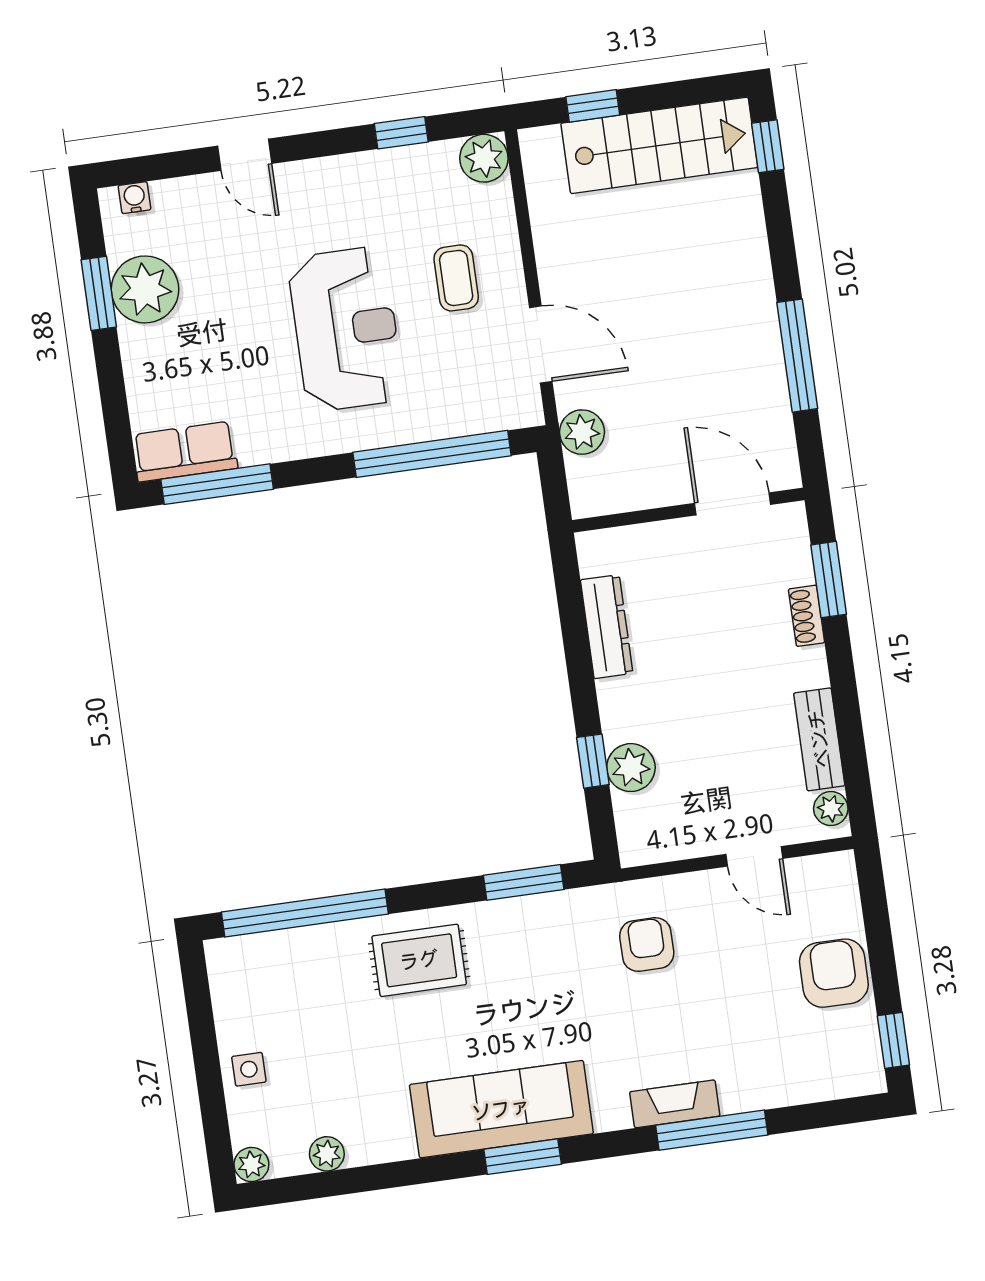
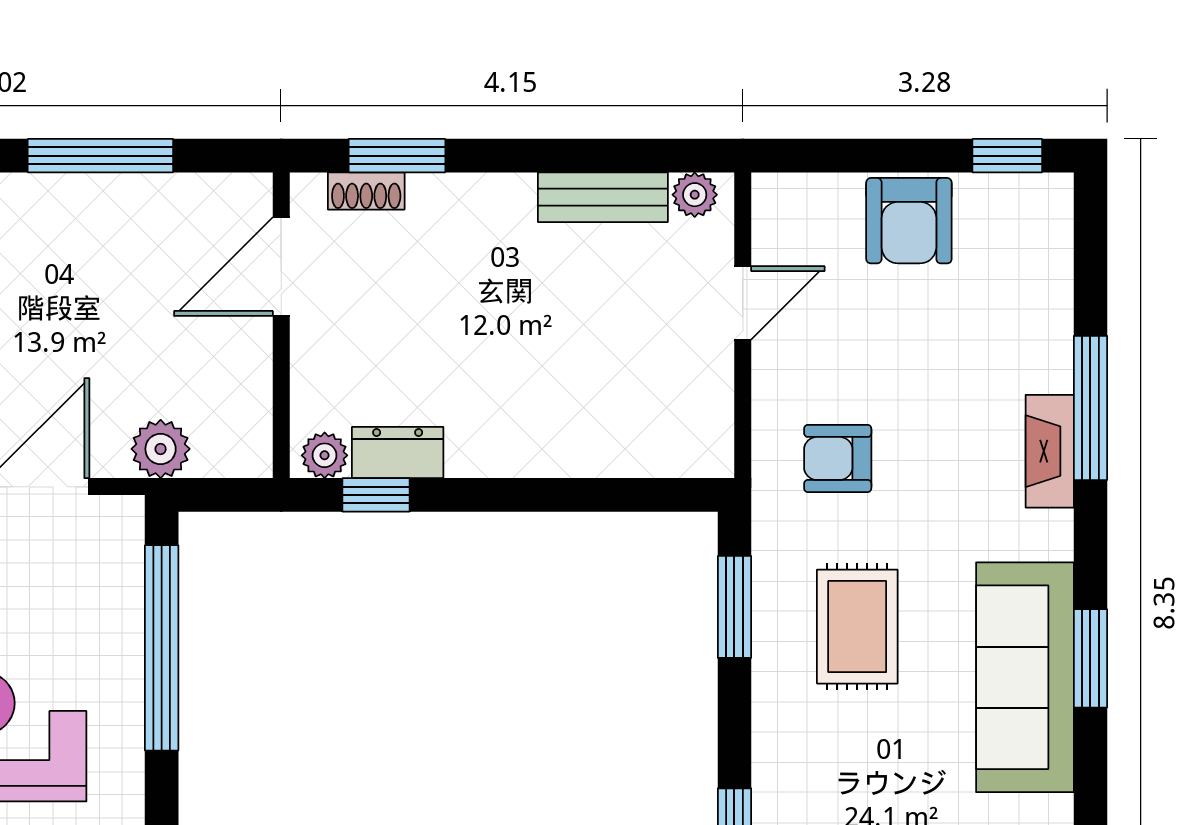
shoe rack: (807, 616) -> (366, 191), moved
dresser: (607, 627) -> (398, 453), width x0.70
window: (593, 761) -> (376, 495), moved
plant: (631, 768) -> (325, 455), moved, width x0.73, depth x0.73
rug: (419, 960) -> (857, 627), moved
armchair: (834, 973) -> (909, 221), turned -90

